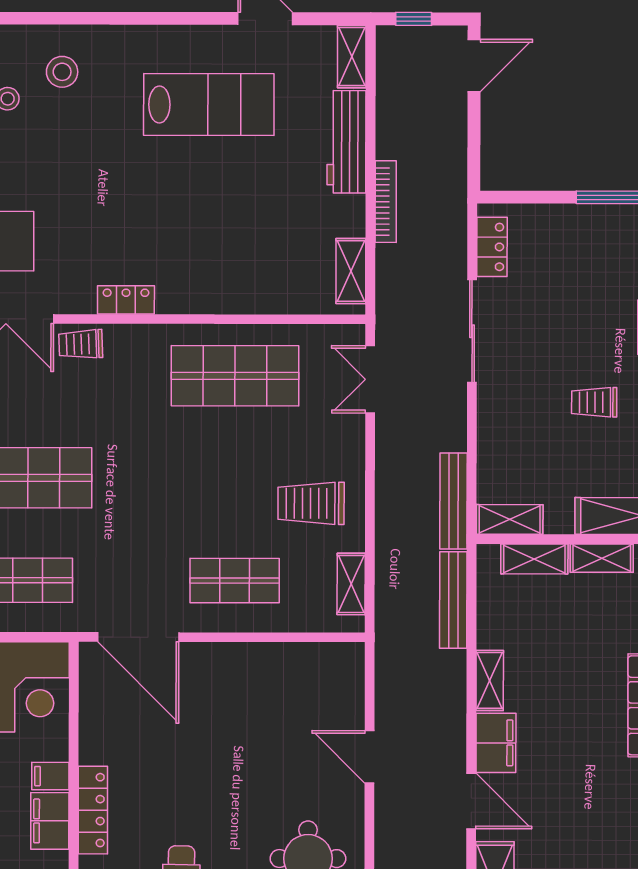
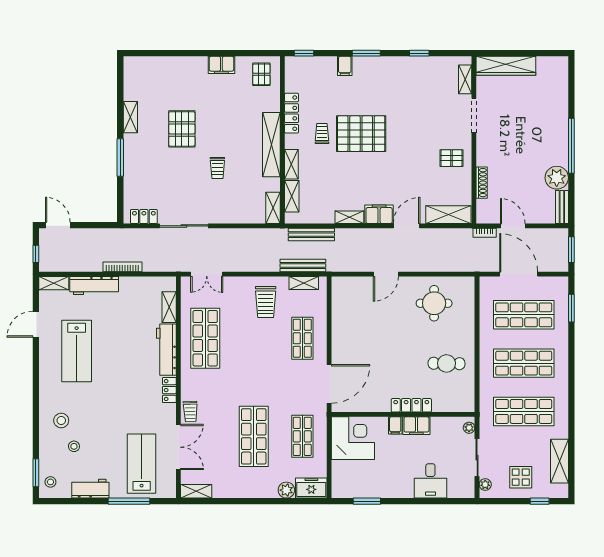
lab bench: (209, 105) -> (77, 351), turned 180
shelving: (351, 271) -> (169, 307), moved, turned 90
workbench: (211, 294) -> (166, 350), added
bench: (453, 501) -> (303, 266), moved

